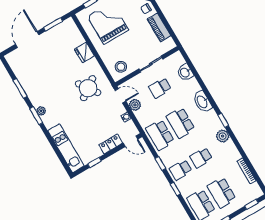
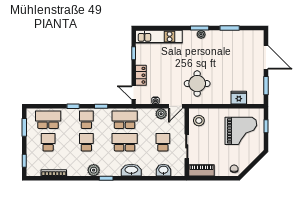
piano: (159, 27) -> (202, 170), moved
fridge: (84, 53) -> (239, 98), moved
round table: (88, 88) -> (197, 84), turned 35
door: (131, 141) -> (134, 93), hinge flipped
school desk: (222, 193) -> (48, 142), width x0.54

